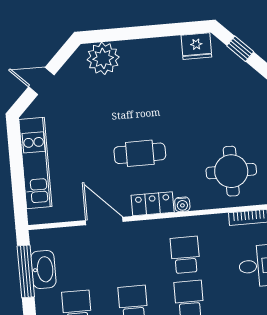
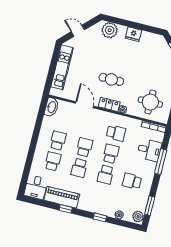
fridge: (196, 46) -> (133, 34), moved
school desk: (185, 255) -> (116, 133), turned 90
washbasin: (43, 269) -> (52, 107), moved
window: (26, 271) -> (41, 115), removed

